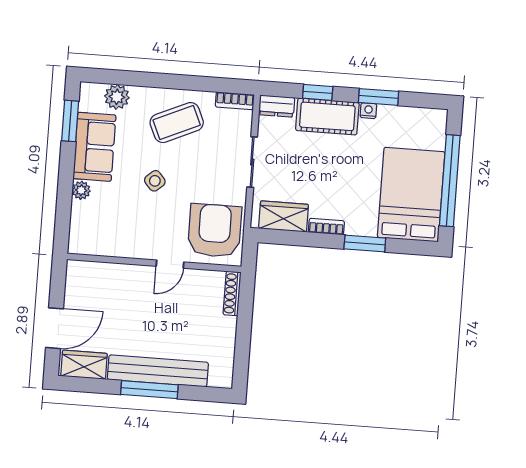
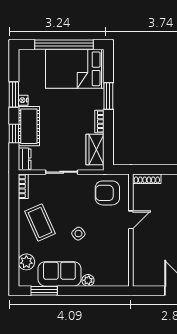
armchair: (215, 231) -> (107, 193), width x0.73, depth x0.73
door: (170, 264) -> (131, 220), hinge flipped

